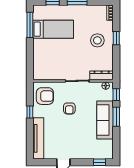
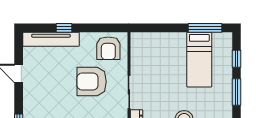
armchair: (69, 108) -> (92, 82), width x1.88, depth x1.88
window: (30, 112) -> (64, 28), moved

